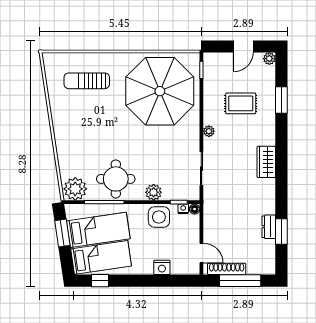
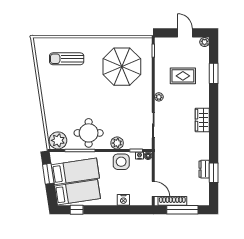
door: (243, 47) -> (185, 33), swing flipped
parasol: (160, 91) -> (122, 67), width x0.73, depth x0.73

